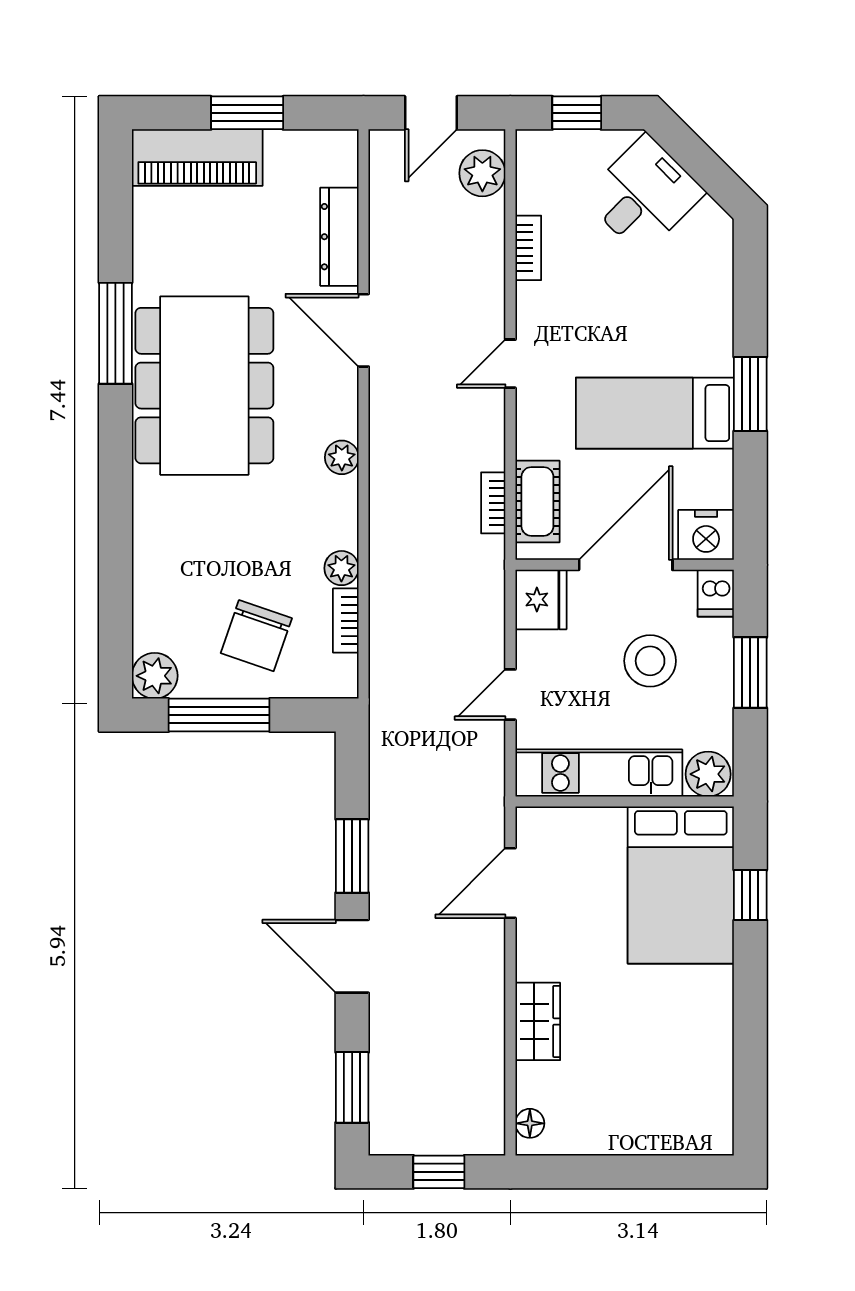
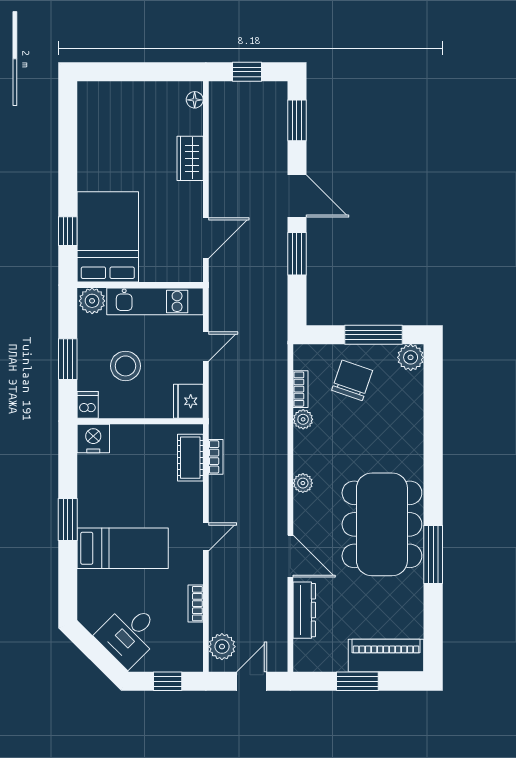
bed: (655, 413) -> (123, 548), moved
door: (626, 565) -> (139, 421), removed

